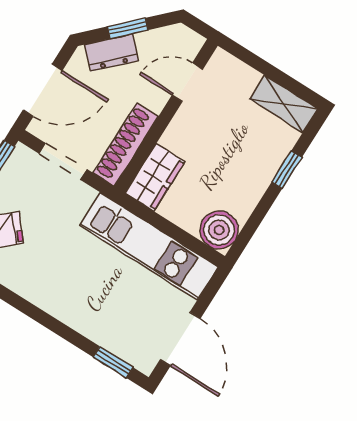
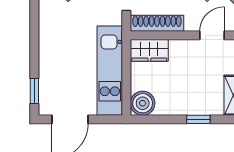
door: (187, 82) -> (212, 35), hinge flipped

